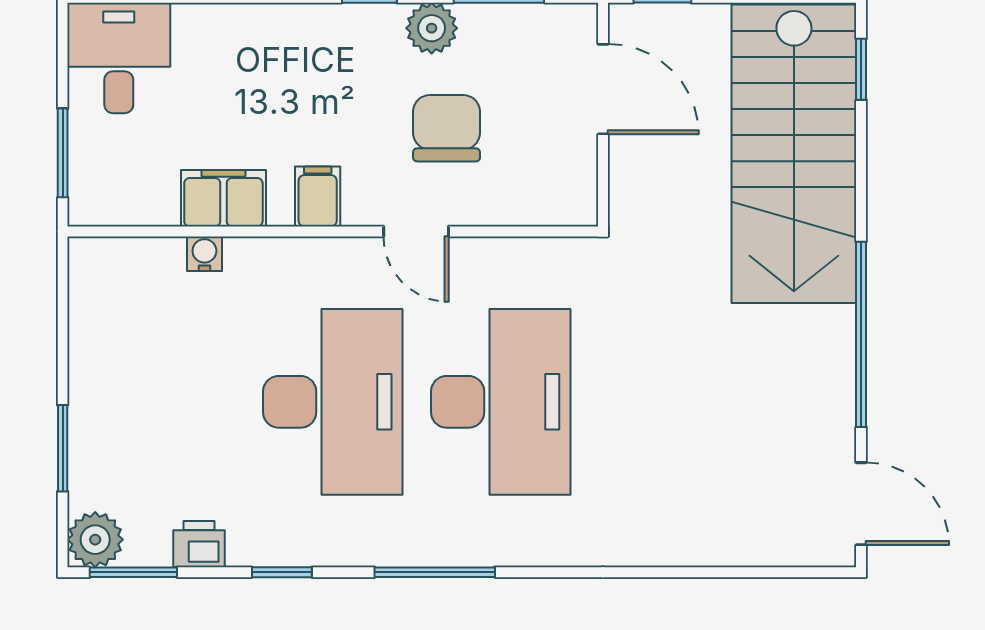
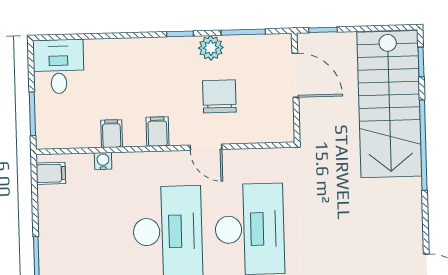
filing cabinet: (223, 198) -> (112, 134), width x0.50
filing cabinet: (97, 276) -> (51, 173), added
window: (861, 334) -> (423, 145), moved

